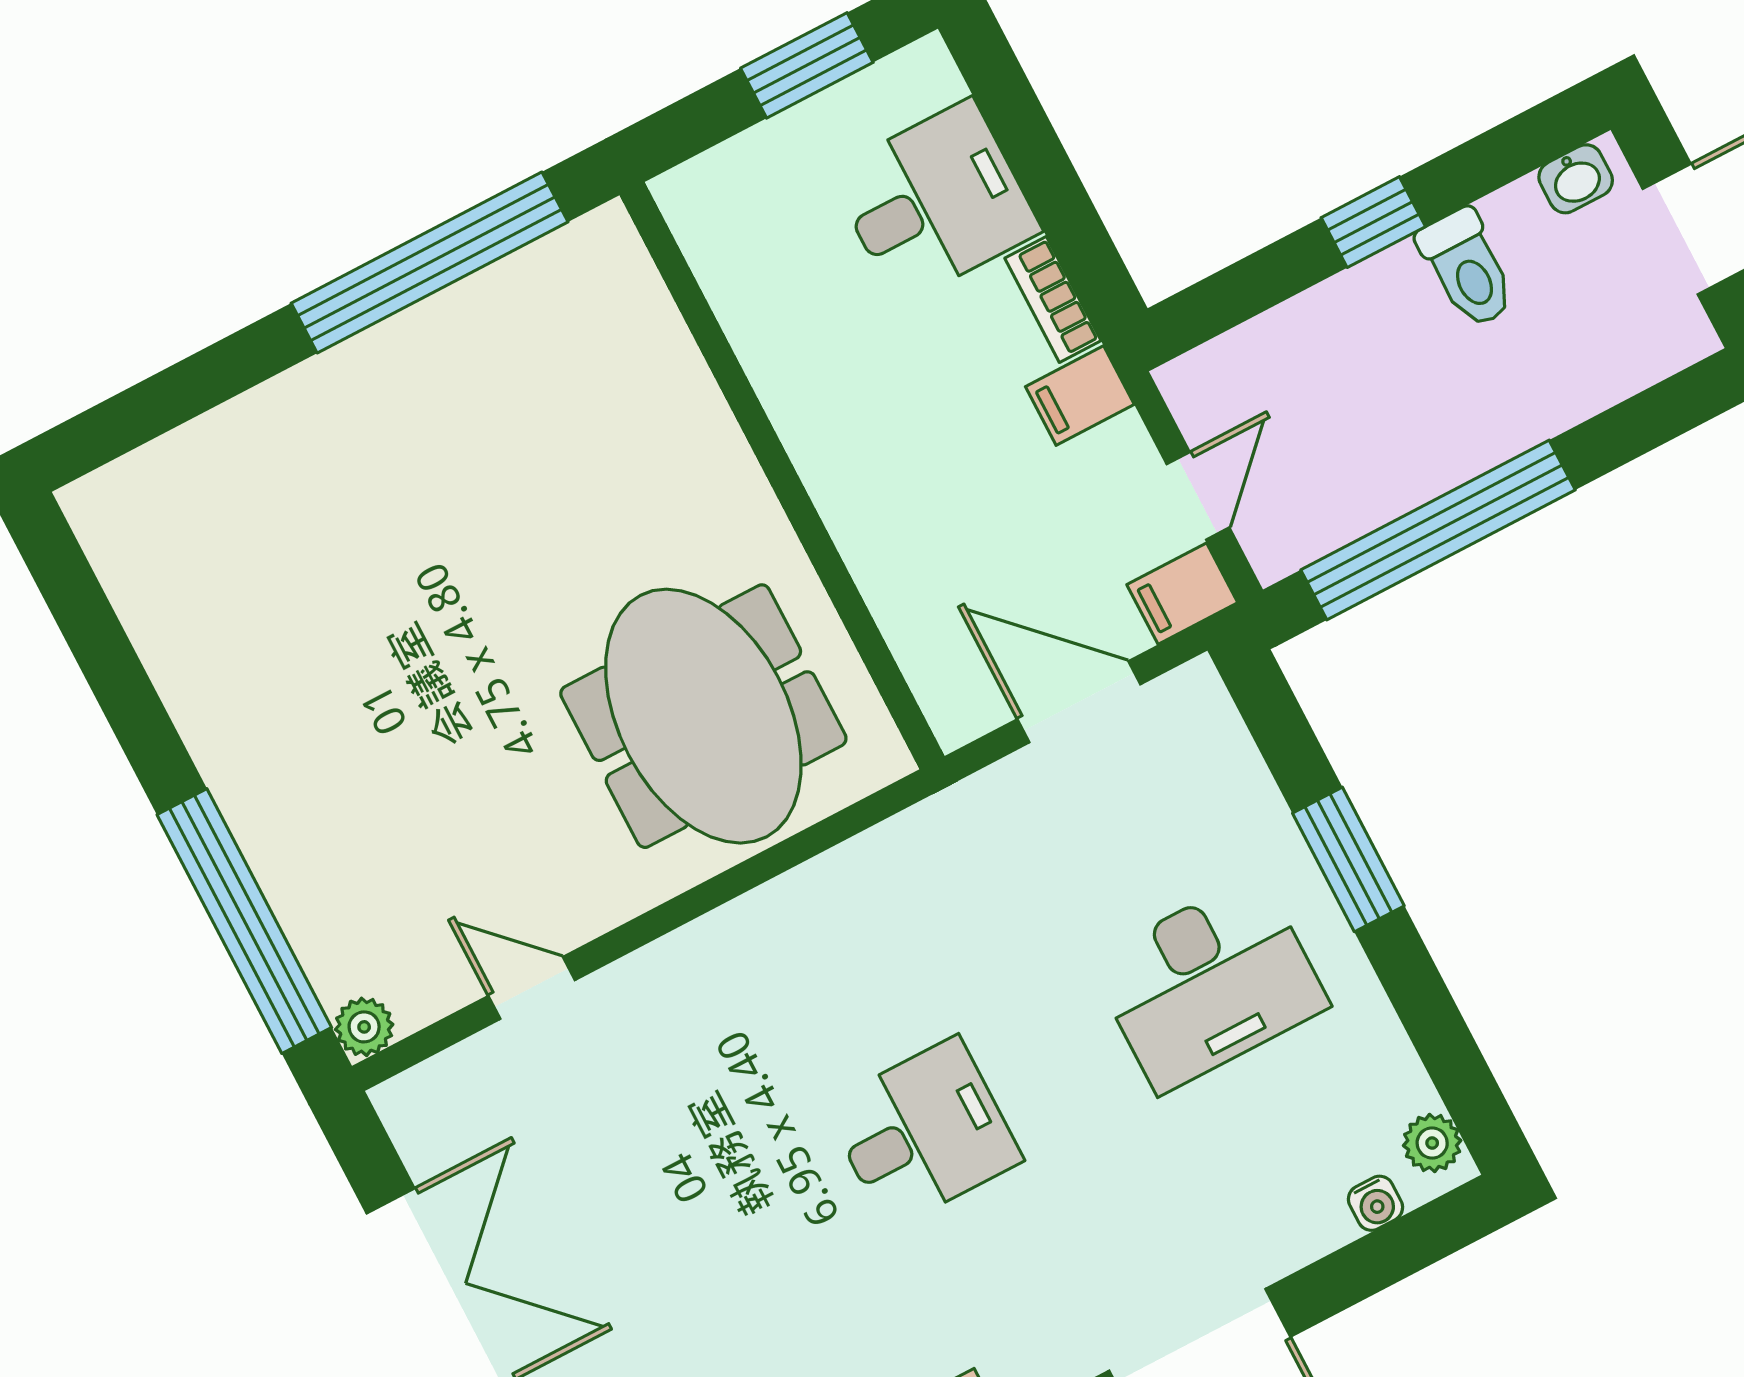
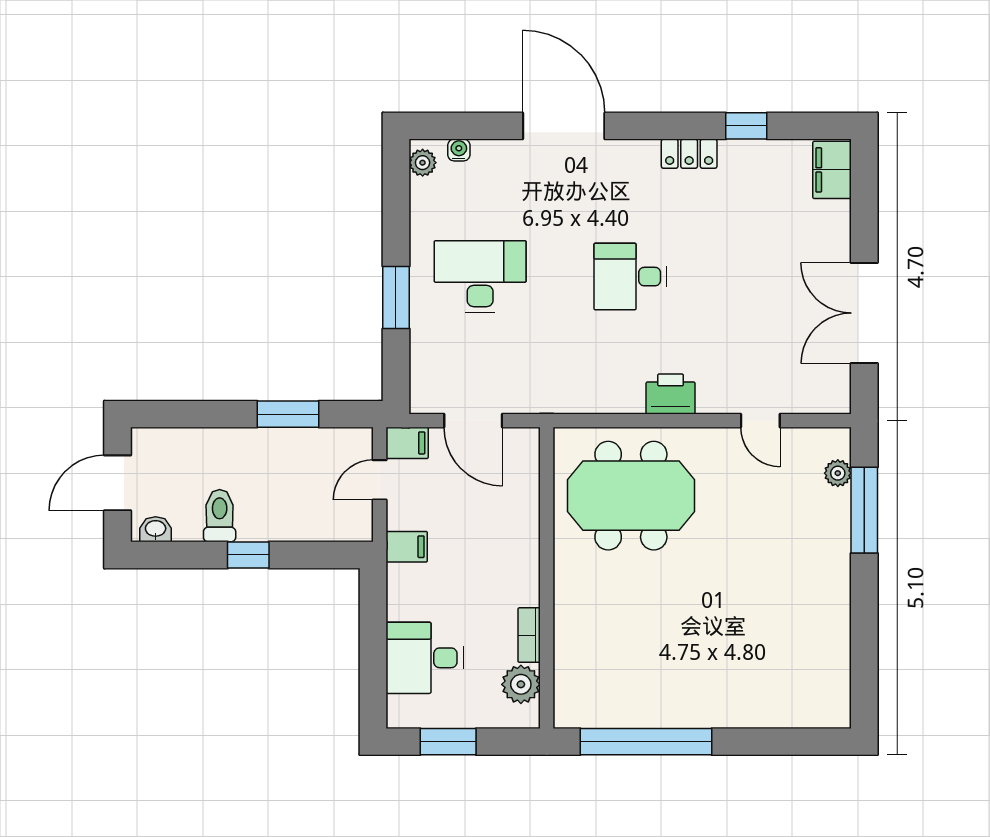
plant: (725, 247) -> (521, 684), added
bookcase: (1053, 299) -> (529, 635), moved, turned 180
window: (1438, 530) -> (288, 414), width x0.47
meeting table: (703, 716) -> (631, 496), turned 90
window: (244, 921) -> (864, 510), width x0.68
printer: (729, 949) -> (671, 394), added
plant: (364, 1027) -> (838, 473), moved

